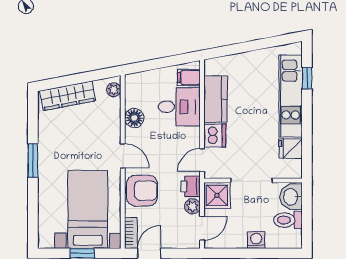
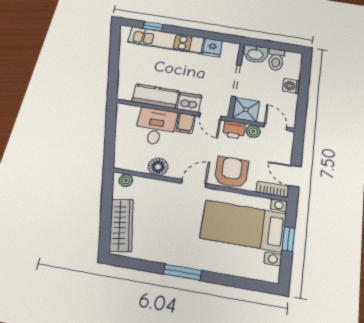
filing cabinet: (189, 77) -> (186, 123), moved

